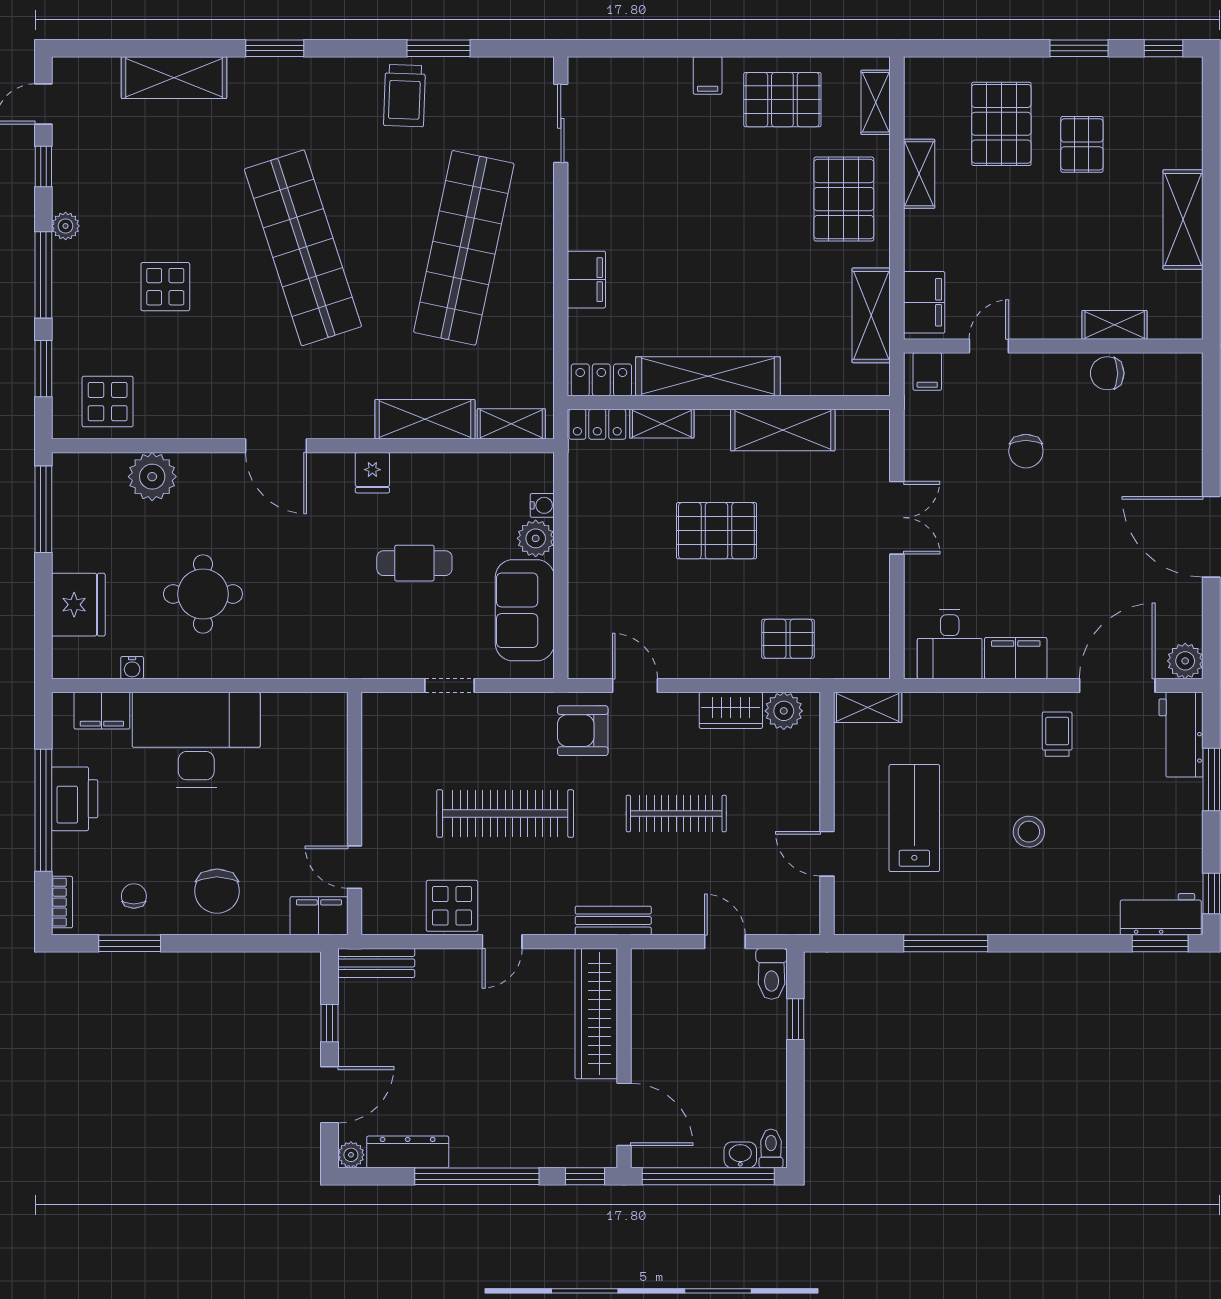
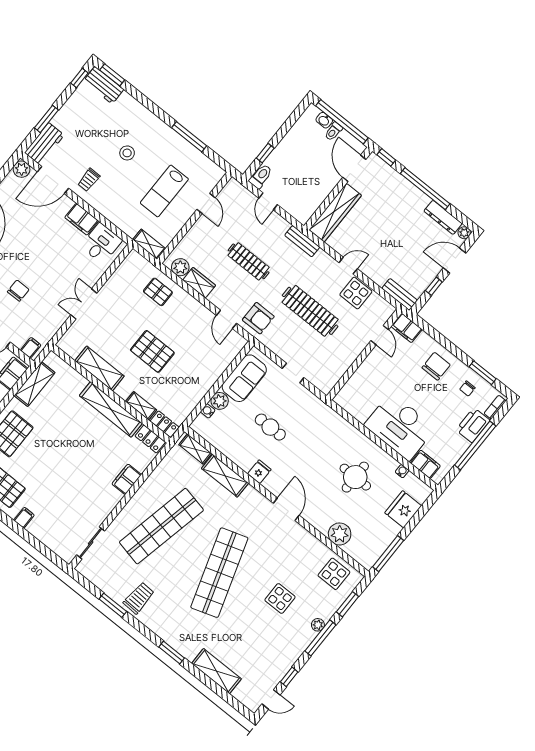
plant: (66, 226) -> (318, 625), moved
printer: (75, 799) -> (473, 425), moved
toilet: (771, 1148) -> (333, 131), moved

